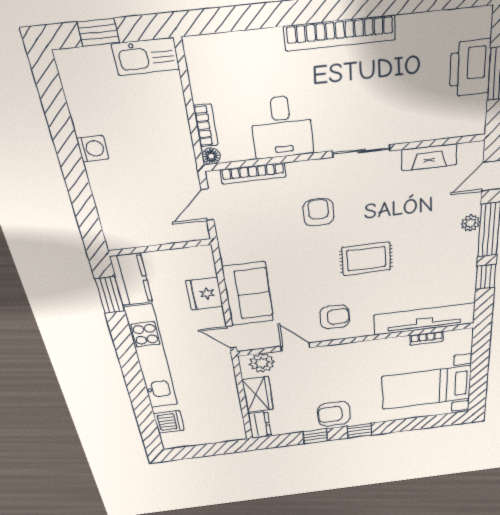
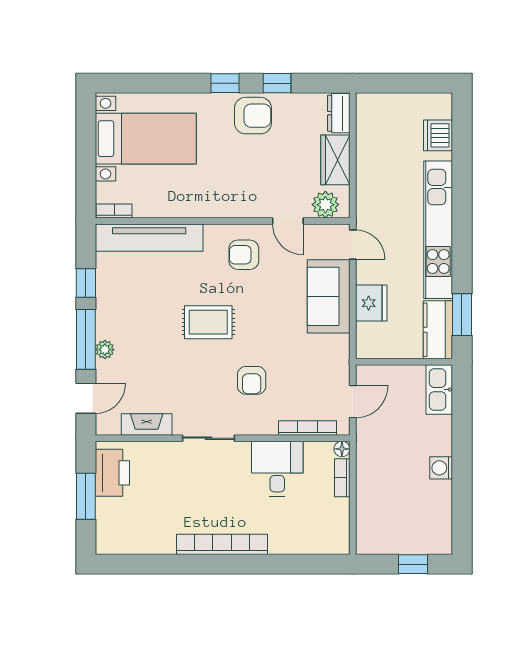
kitchen sink: (146, 57) -> (439, 390), moved, turned -90
printer: (470, 68) -> (112, 473), moved
bookcase: (427, 338) -> (114, 211), moved

